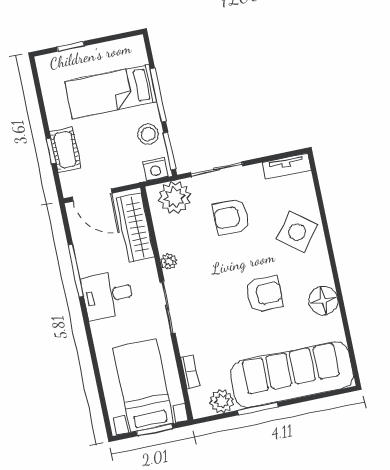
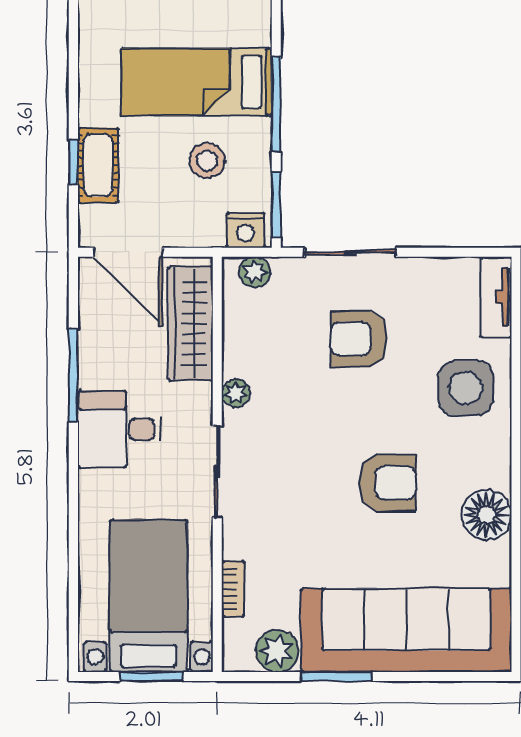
stool: (148, 134) -> (207, 161), moved
tv unit: (287, 166) -> (496, 297), moved, turned 90
plant: (175, 197) -> (255, 272), width x0.53, depth x0.53
side table: (297, 232) -> (466, 388), turned -38

